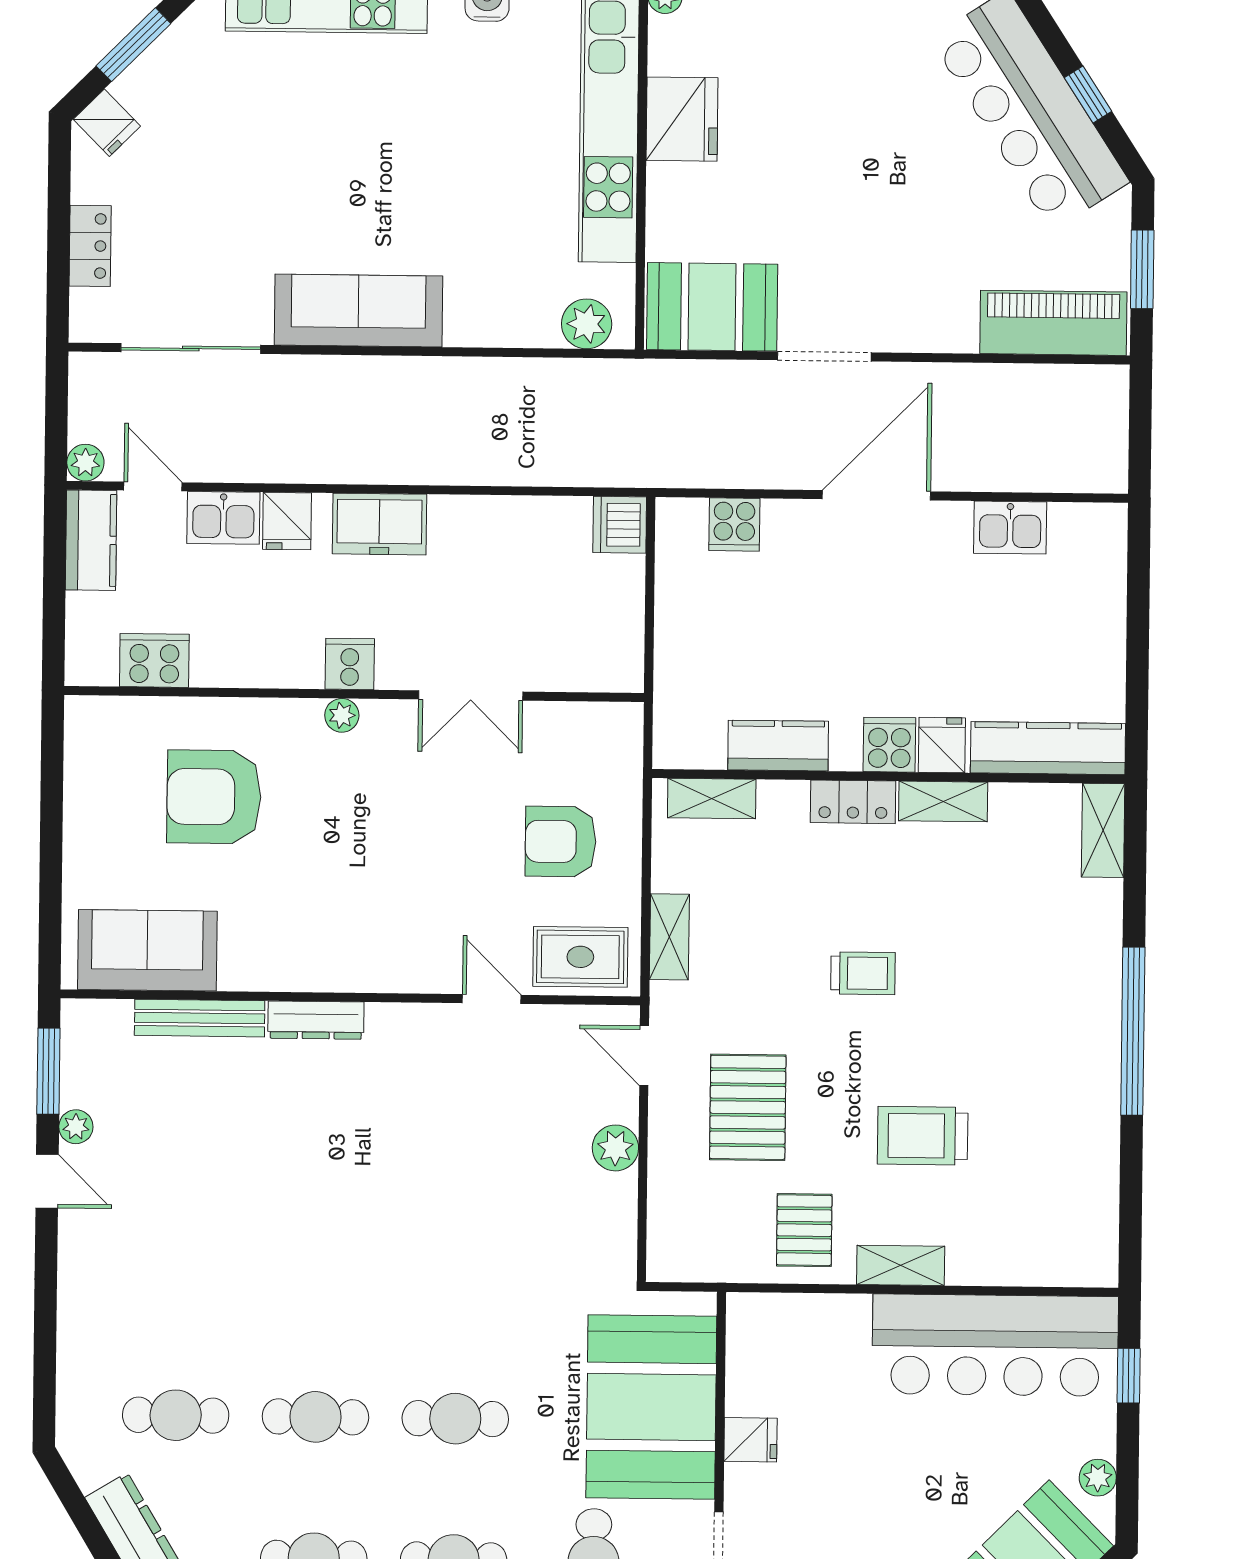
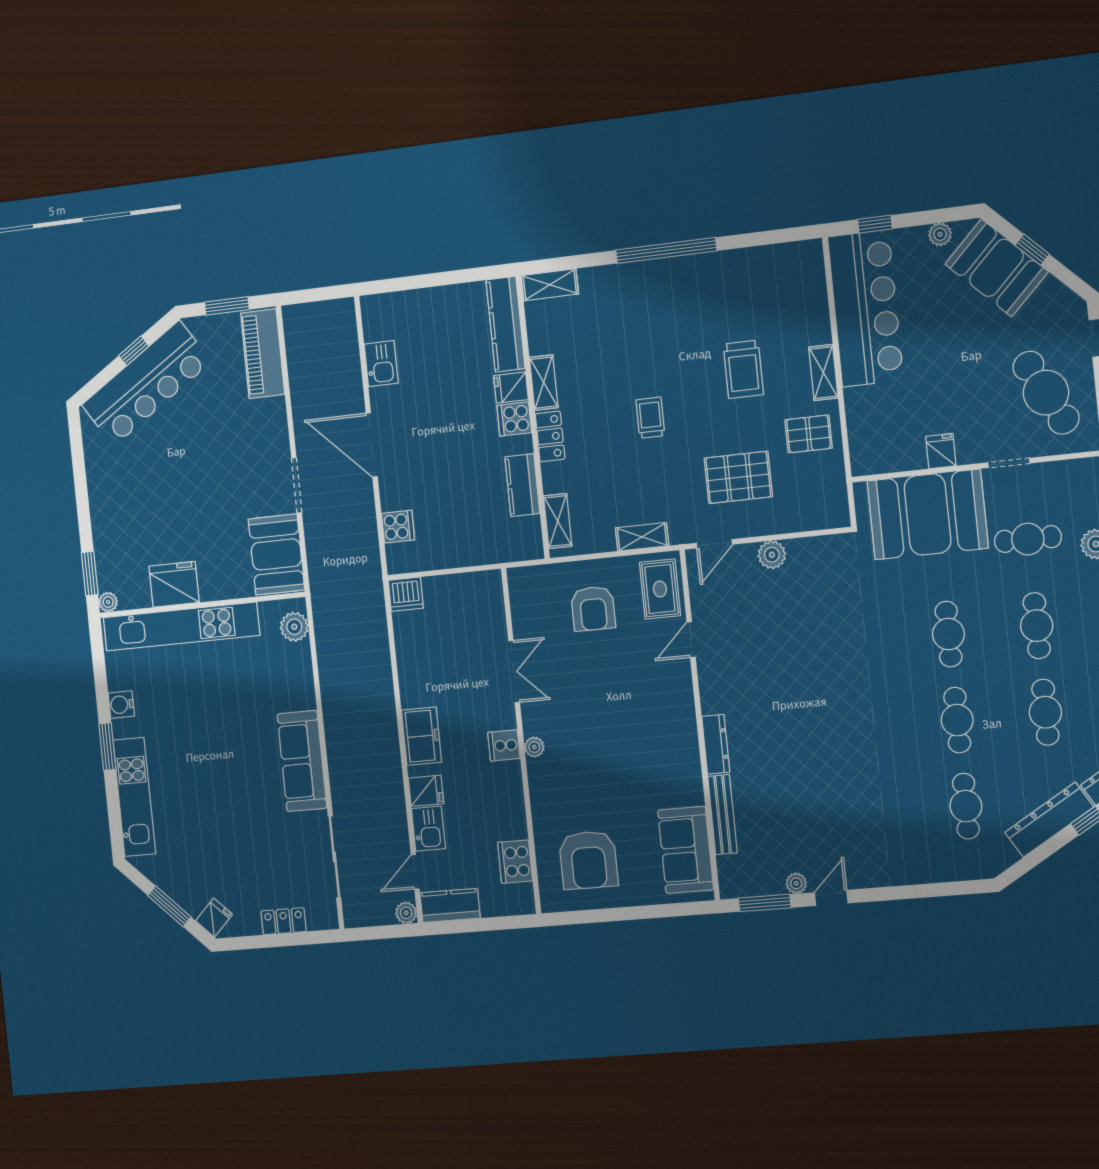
armchair: (214, 797) -> (588, 860), moved

